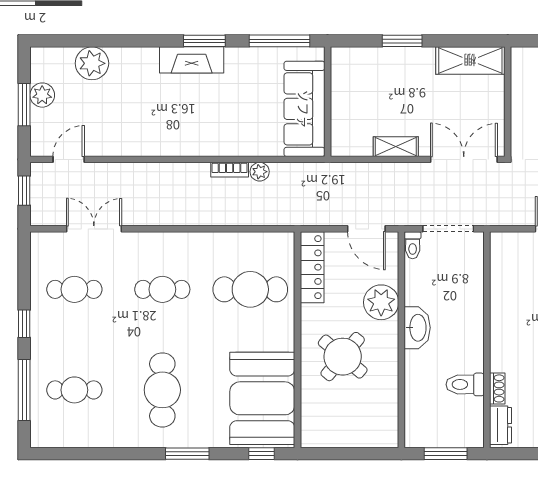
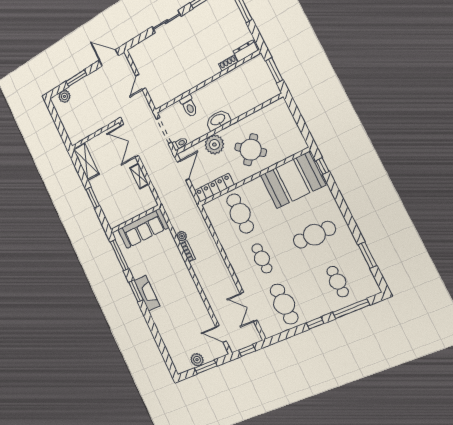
plant: (92, 63) -> (171, 341), removed
cafe table: (74, 289) -> (284, 304), width x1.37, depth x1.35
toilet: (465, 384) -> (189, 106), moved
window: (187, 454) -> (367, 255), moved

